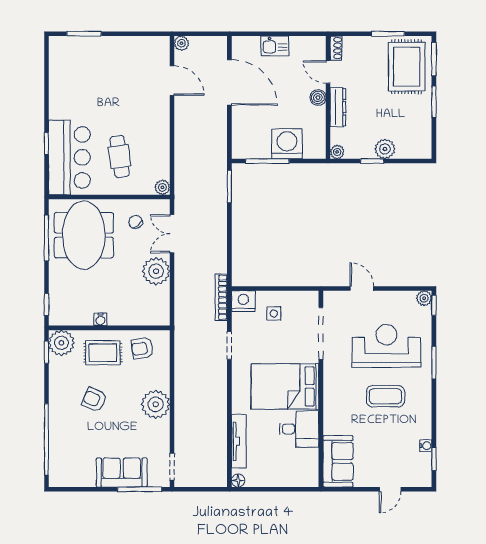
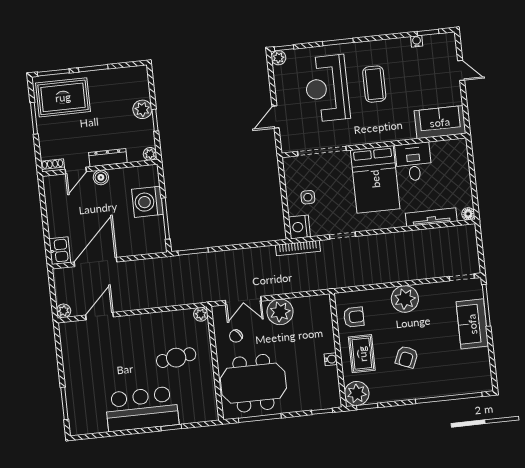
kitchen sink: (275, 46) -> (60, 251), moved
bar counter: (69, 157) -> (142, 409), moved
armchair: (142, 348) -> (354, 317), turned -82

